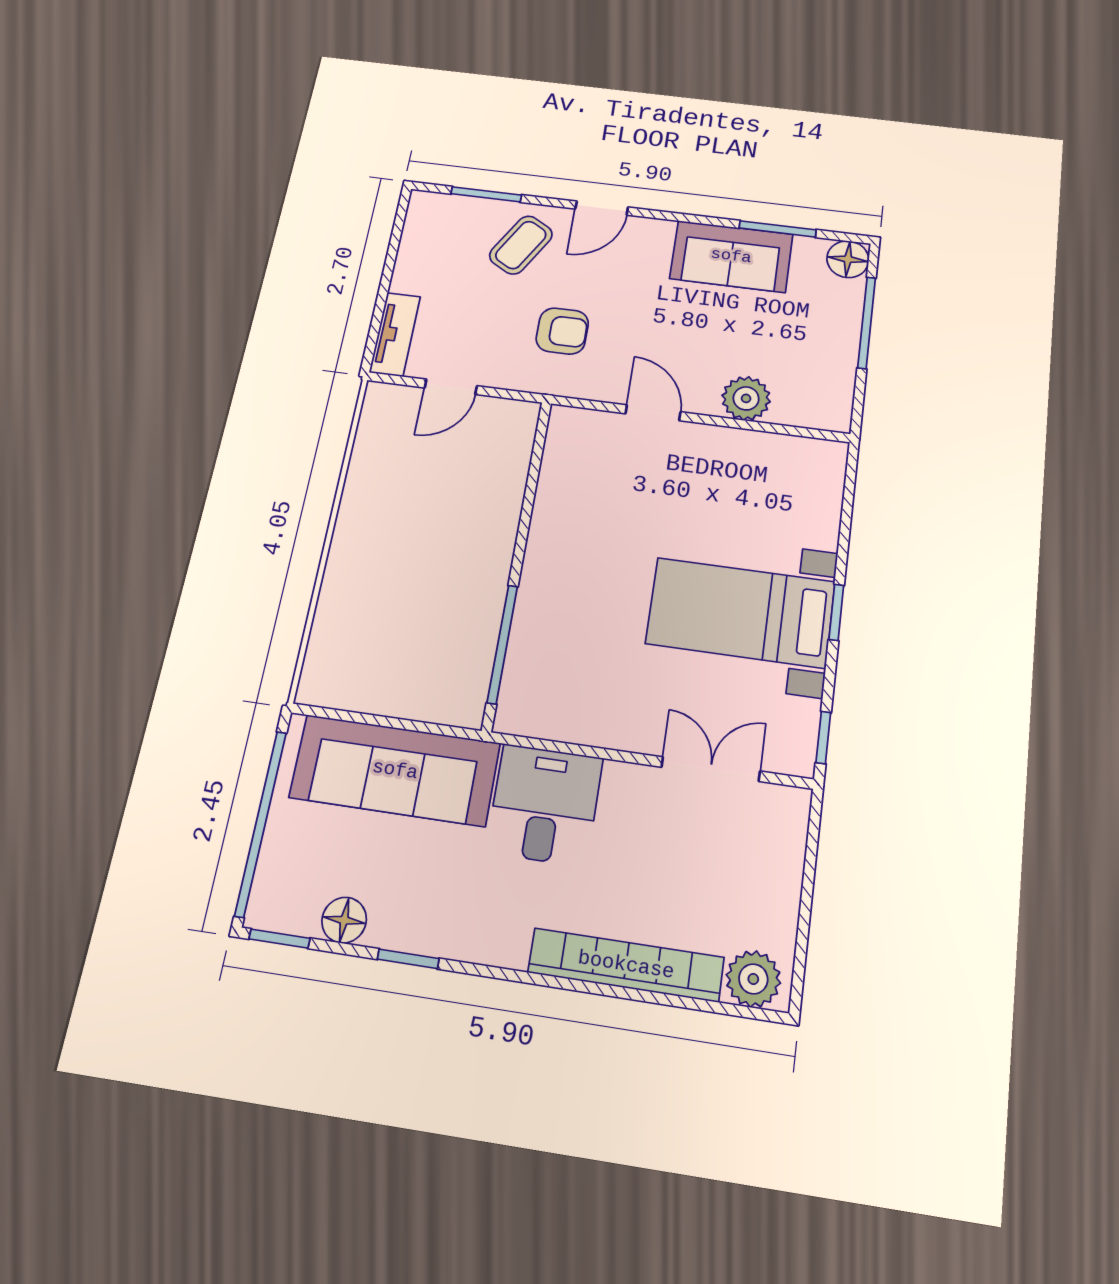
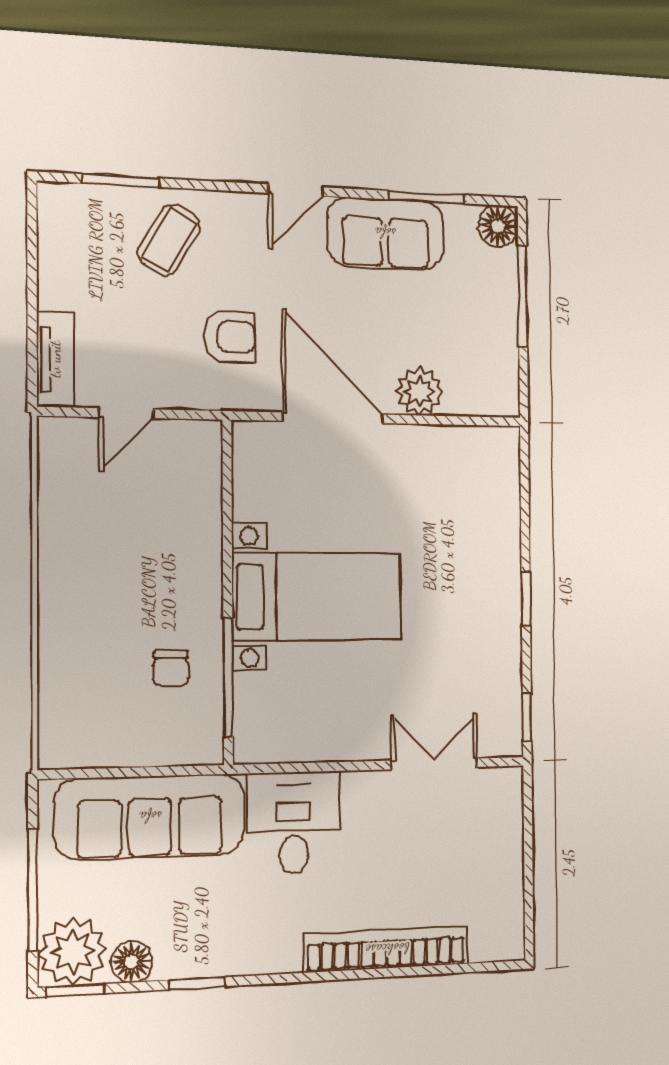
door: (602, 208) -> (296, 190), moved
door: (653, 413) -> (333, 418), width x1.87
bed with nightstands: (741, 613) -> (317, 597), moved, turned 180
chair: (446, 626) -> (171, 668), added
window: (261, 823) -> (33, 890), width x0.68
plant: (753, 979) -> (73, 951), moved, width x1.36, depth x1.36

